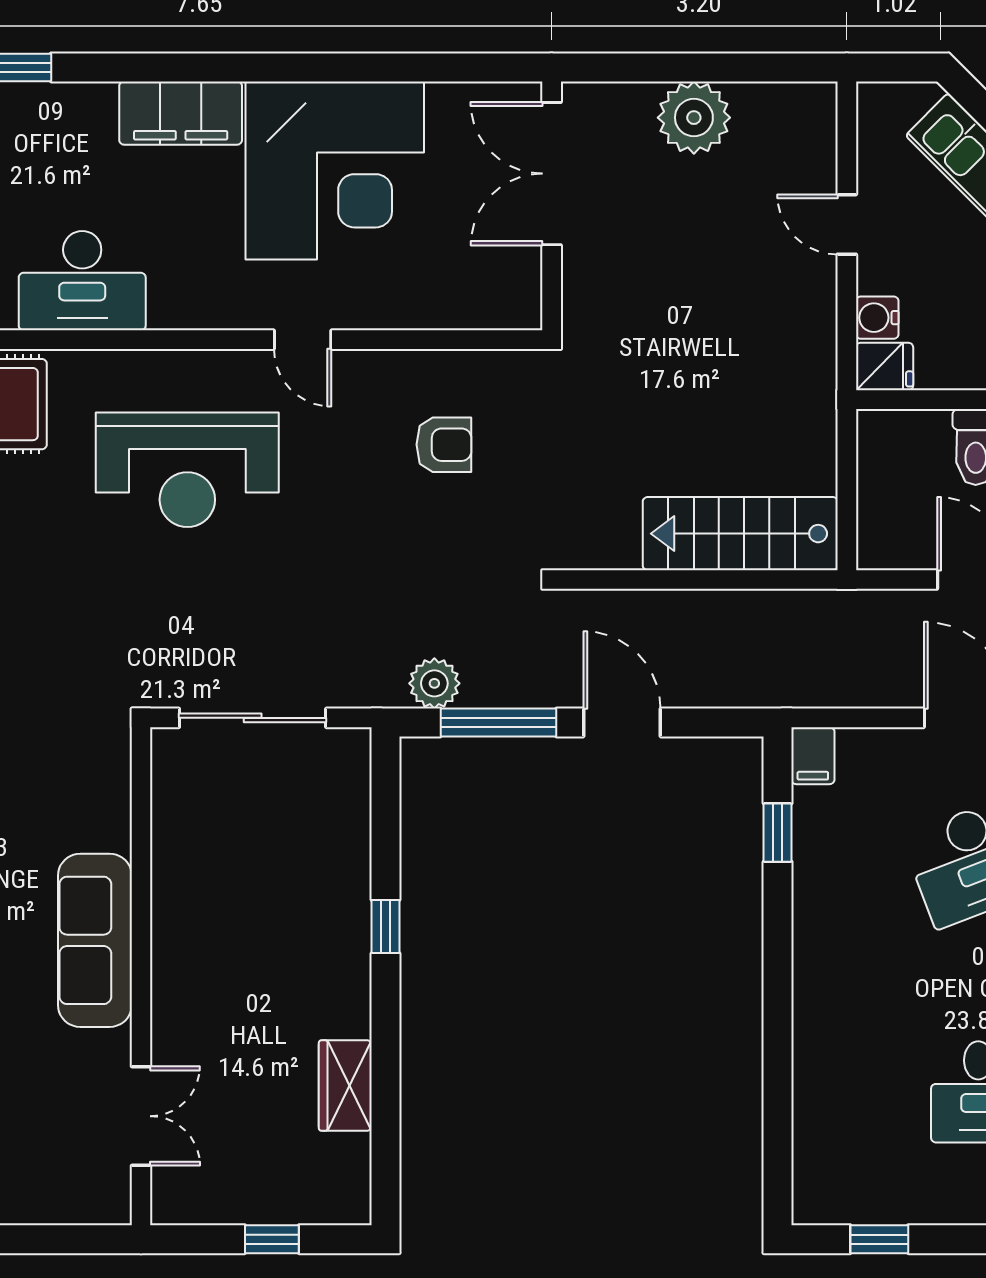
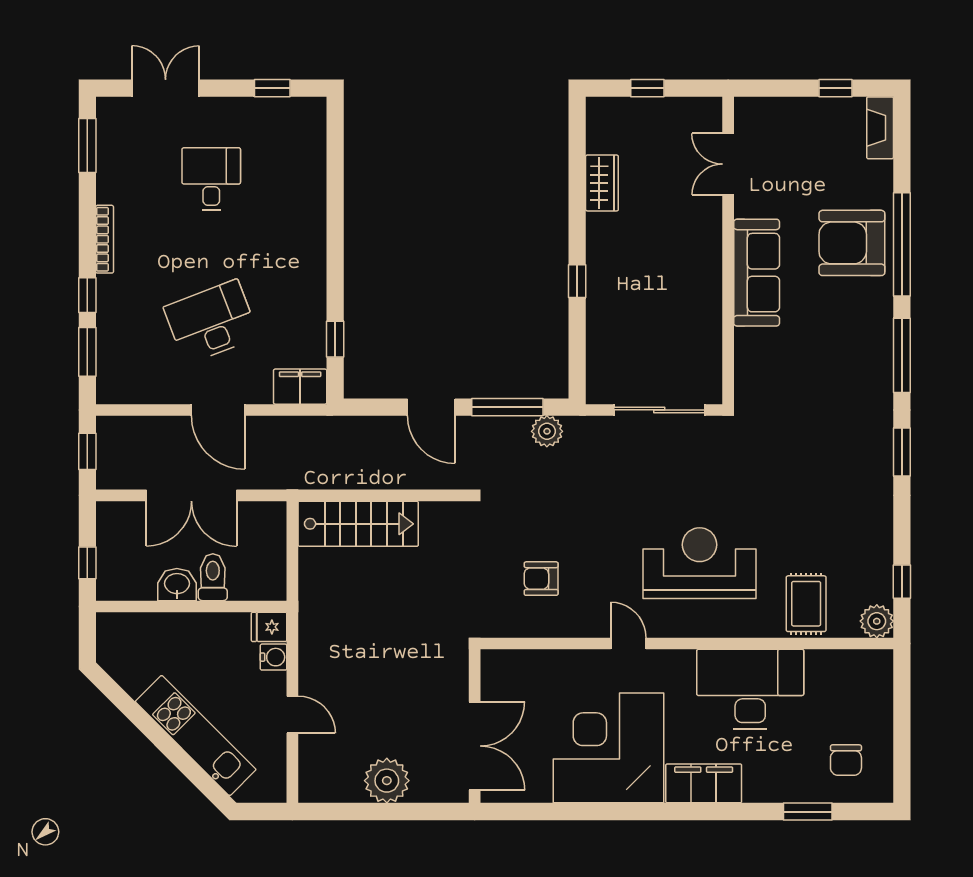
desk: (82, 281) -> (750, 689), width x1.36, depth x1.30
filing cabinet: (813, 756) -> (300, 387), width x2.00

